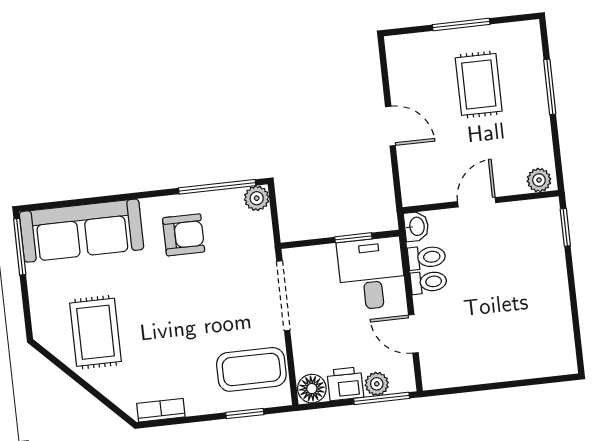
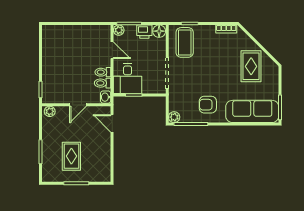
door: (390, 126) -> (112, 123), moved
coffee table: (251, 369) -> (185, 42), turned 90
plant: (377, 384) -> (119, 30), moved

